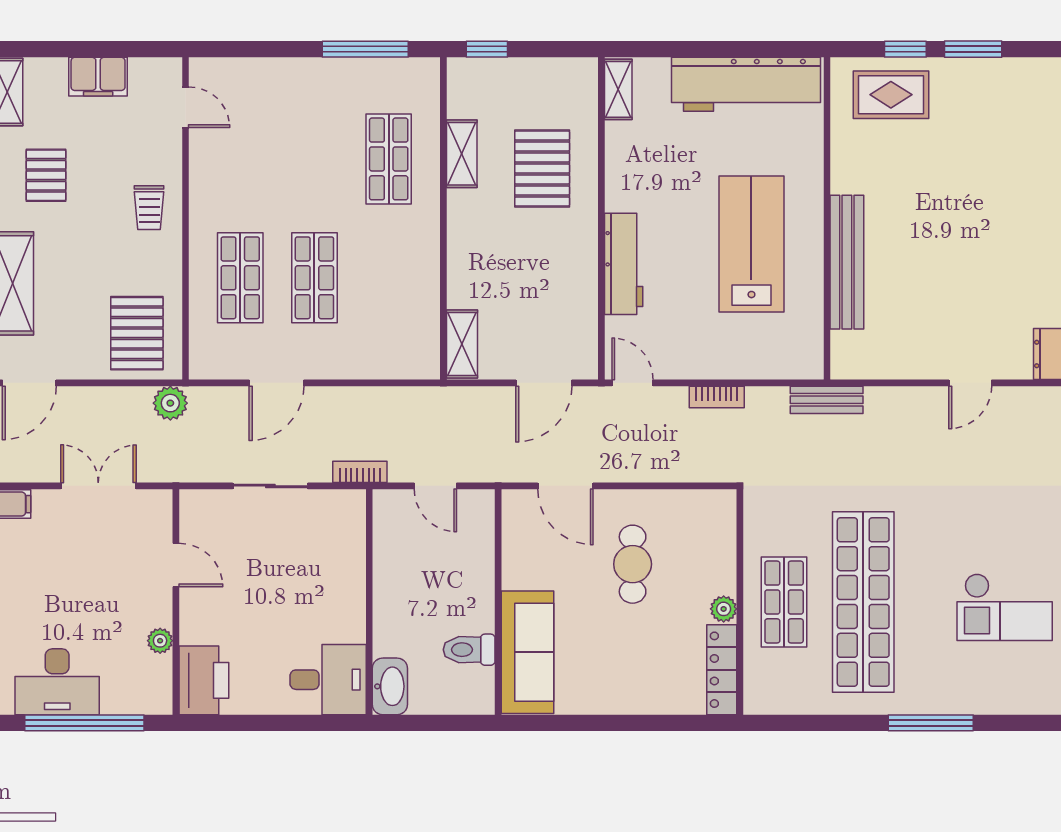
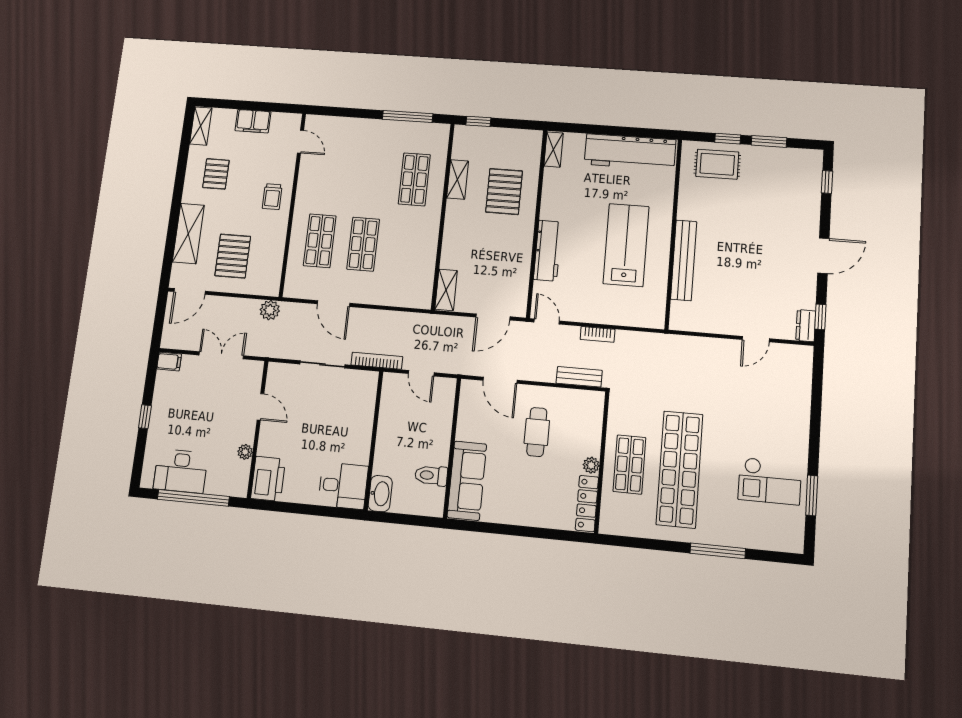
pallet: (137, 333) -> (233, 256), moved
door: (276, 383) -> (334, 304), hinge flipped
bench: (827, 400) -> (579, 377), moved
bookcase: (360, 472) -> (377, 361), width x1.56

